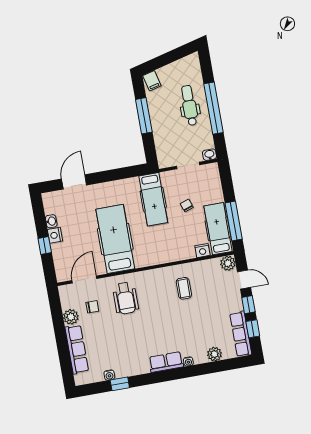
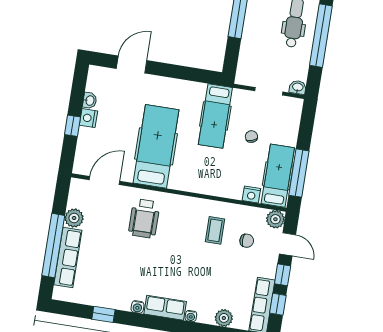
chair: (92, 307) -> (247, 241), moved
window: (62, 344) -> (53, 245), added
water cooler: (109, 375) -> (138, 307), moved

